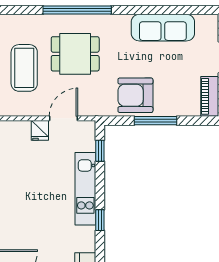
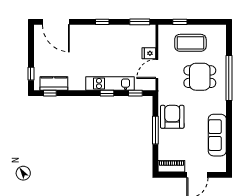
dining table: (75, 54) -> (200, 77), turned 90
door: (63, 118) -> (157, 69), swing flipped
window: (100, 220) -> (107, 93), moved

